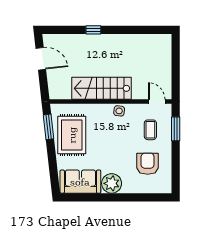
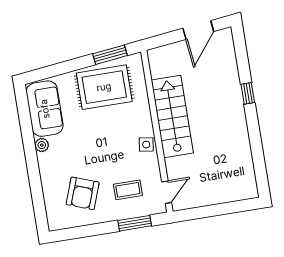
armchair: (148, 164) -> (83, 193), turned 110
plant: (112, 183) -> (42, 145), width x0.53, depth x0.53

